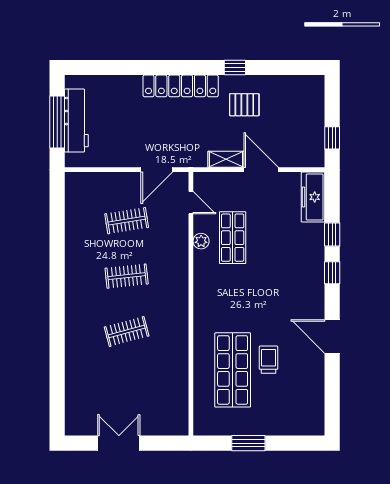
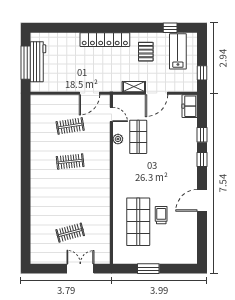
window: (235, 68) -> (170, 28), moved
lab bench: (295, 104) -> (178, 51), added
pallet: (244, 105) -> (146, 52), turned 90
door: (261, 170) -> (156, 93), swing flipped
freezer: (313, 197) -> (190, 106), width x0.71
clothes rail: (127, 332) -> (70, 233), moved
door: (332, 337) -> (202, 200), hinge flipped
double door: (119, 443) -> (80, 269), moved

